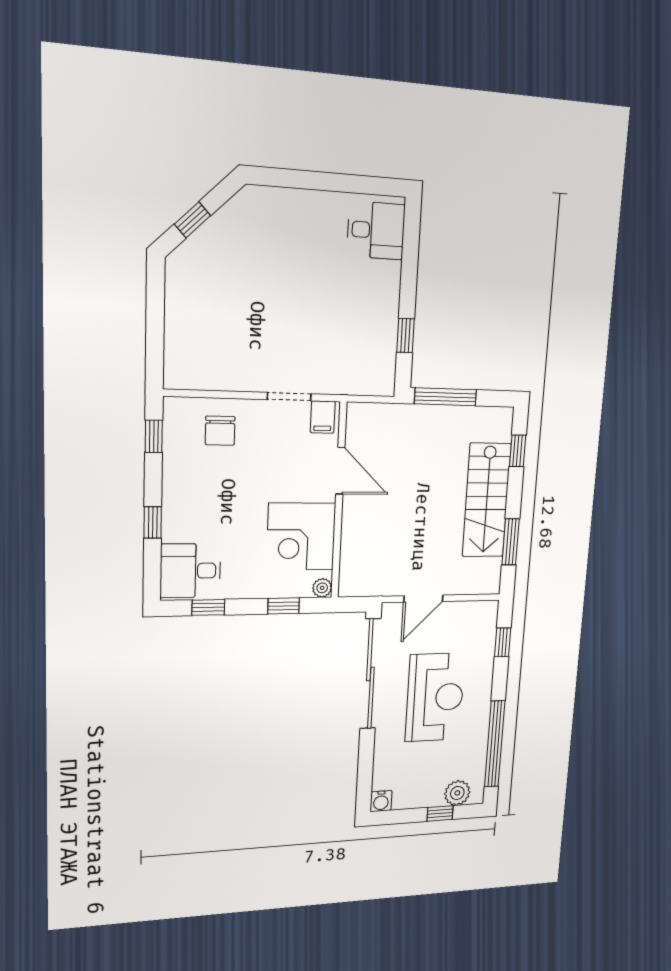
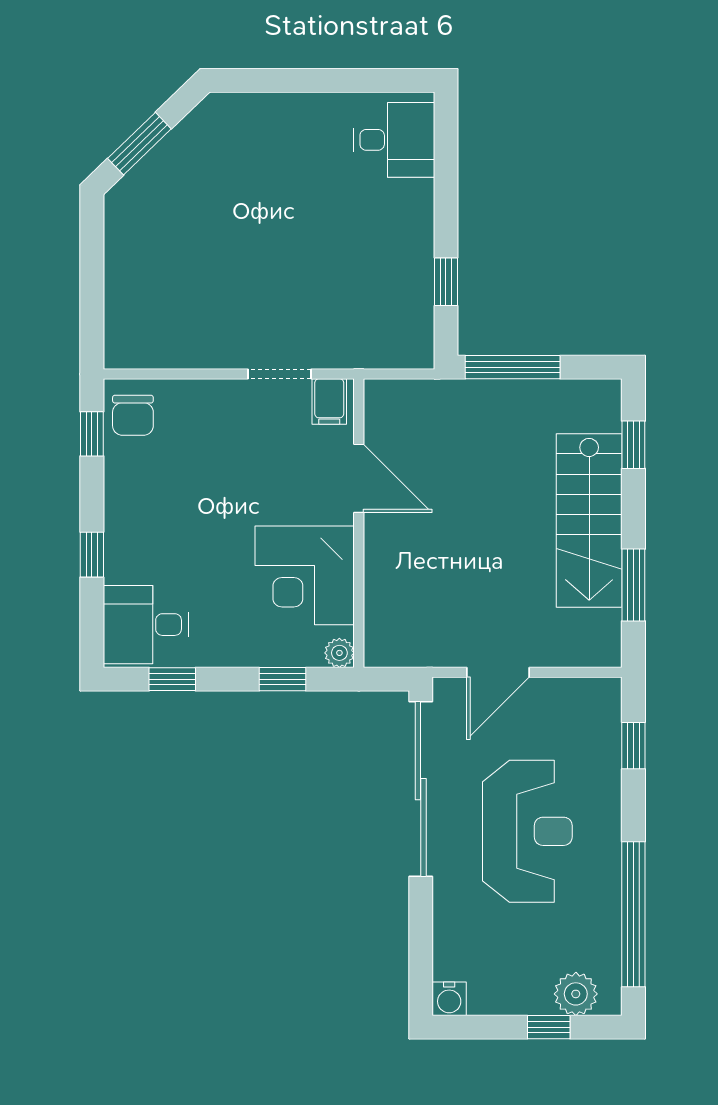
window: (192, 220) -> (139, 144), width x1.50
chair: (220, 431) -> (133, 415), moved

